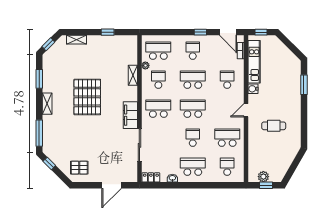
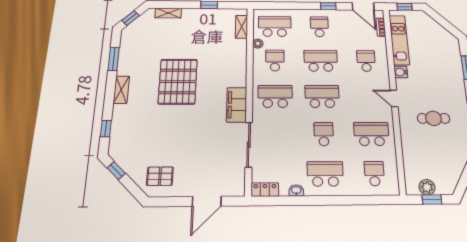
shelving: (133, 75) -> (242, 27), moved
door: (246, 110) -> (394, 98), hinge flipped
window: (39, 133) -> (106, 128), width x0.46

